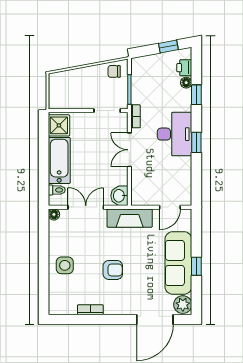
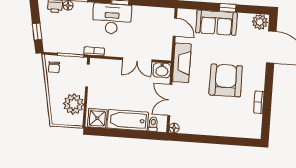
window: (168, 46) -> (37, 32), moved
plant: (73, 97) -> (74, 104), added
double door: (129, 150) -> (137, 60), moved
sofa: (178, 263) -> (216, 23), width x0.73
side table: (65, 265) -> (219, 122), removed
armchair: (113, 270) -> (226, 80), width x1.88, depth x1.88

